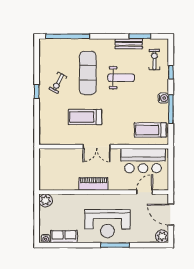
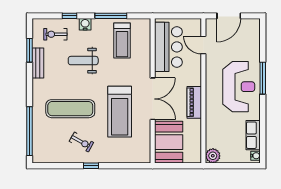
weight bench: (121, 78) -> (83, 61), moved, turned -90
water cooler: (163, 98) -> (85, 24), moved
treadmill: (85, 117) -> (120, 112), width x1.37, depth x1.38
treadmill: (150, 130) -> (122, 41), moved
double door: (97, 147) -> (153, 99), width x1.37
booth: (58, 161) -> (169, 142), added
plant: (162, 236) -> (253, 26), removed

